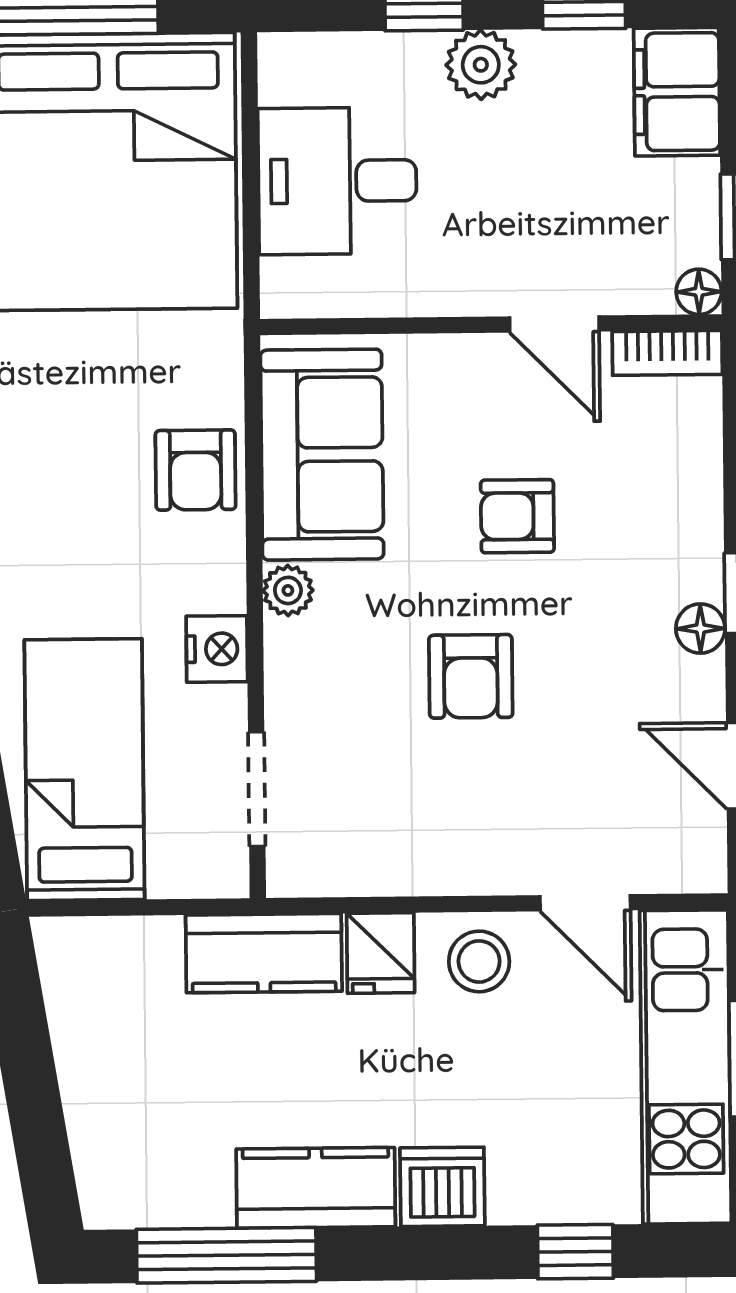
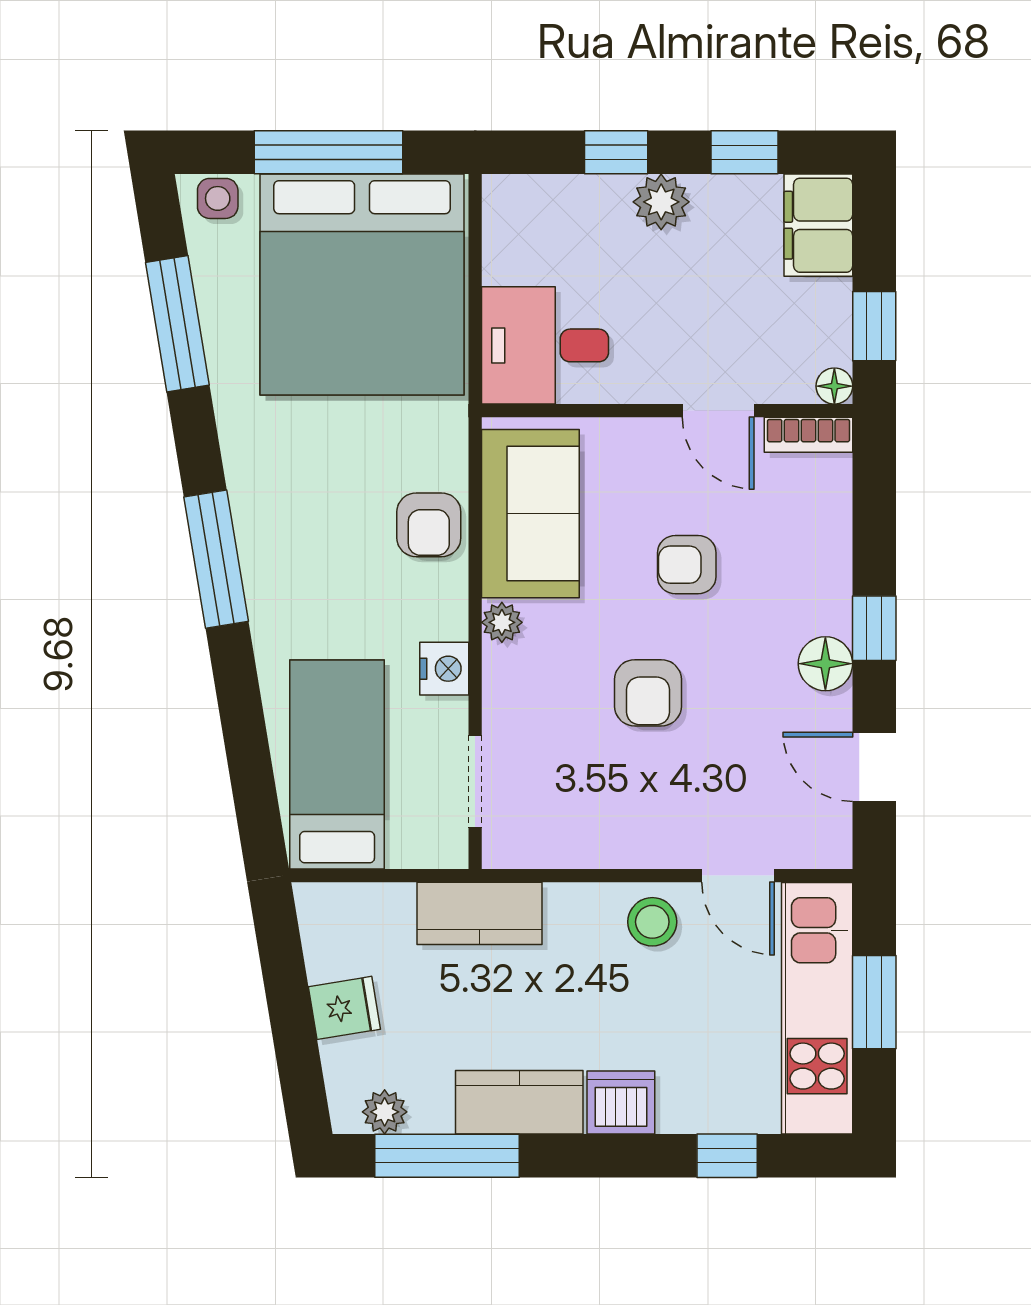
desk: (337, 181) -> (545, 345), moved
floor lamp: (700, 629) -> (825, 664), width x1.37, depth x1.37
fridge: (381, 953) -> (344, 1008), moved, turned -99
plant: (148, 1202) -> (385, 1112), added

